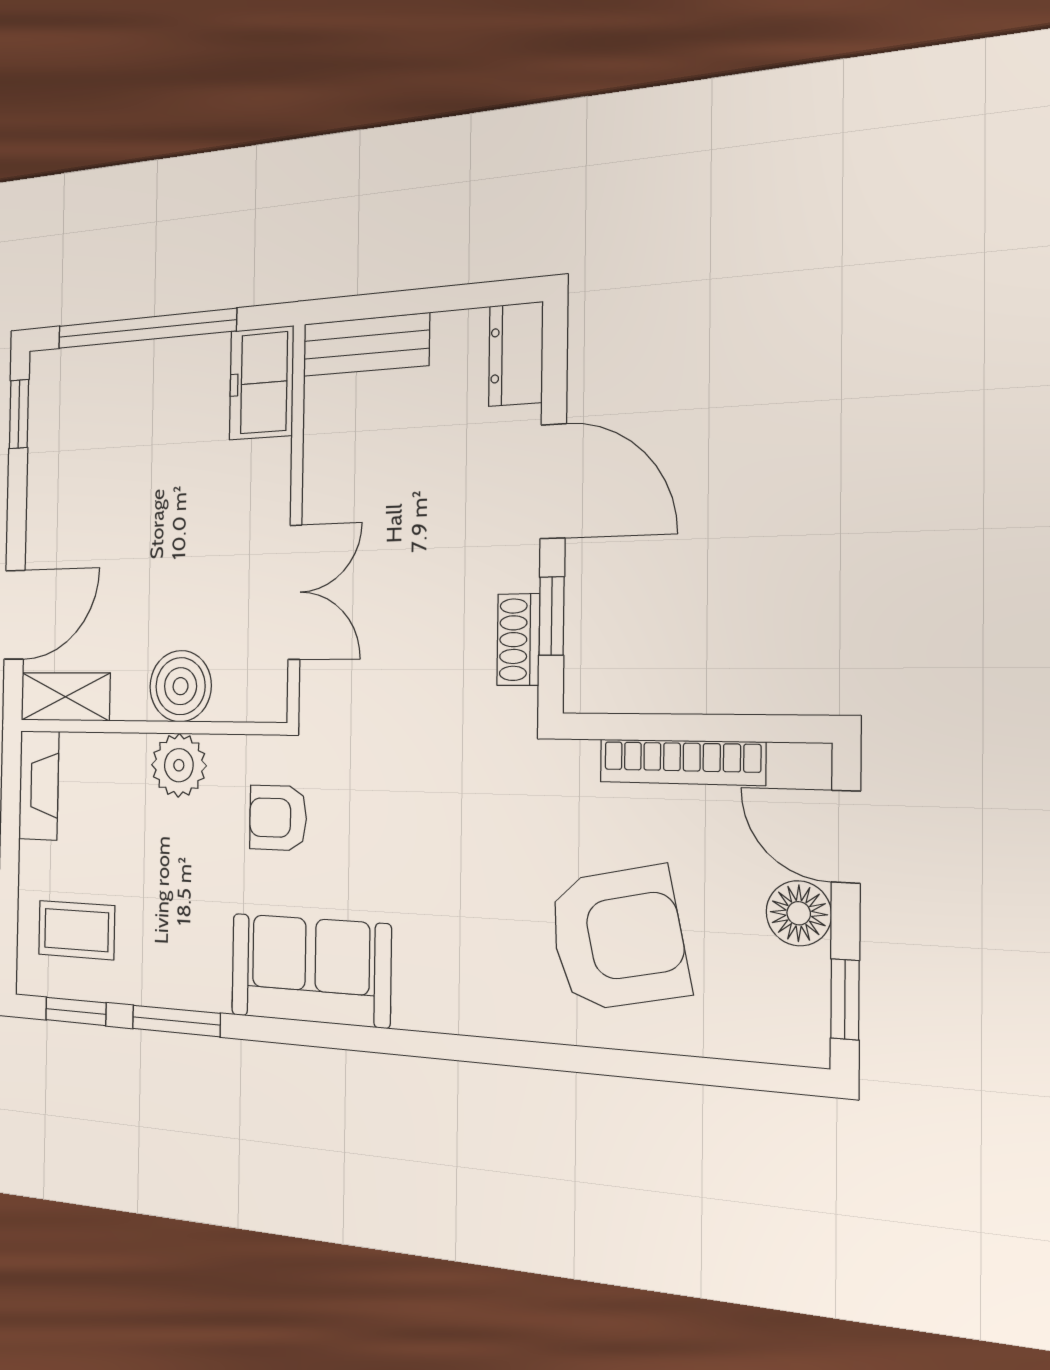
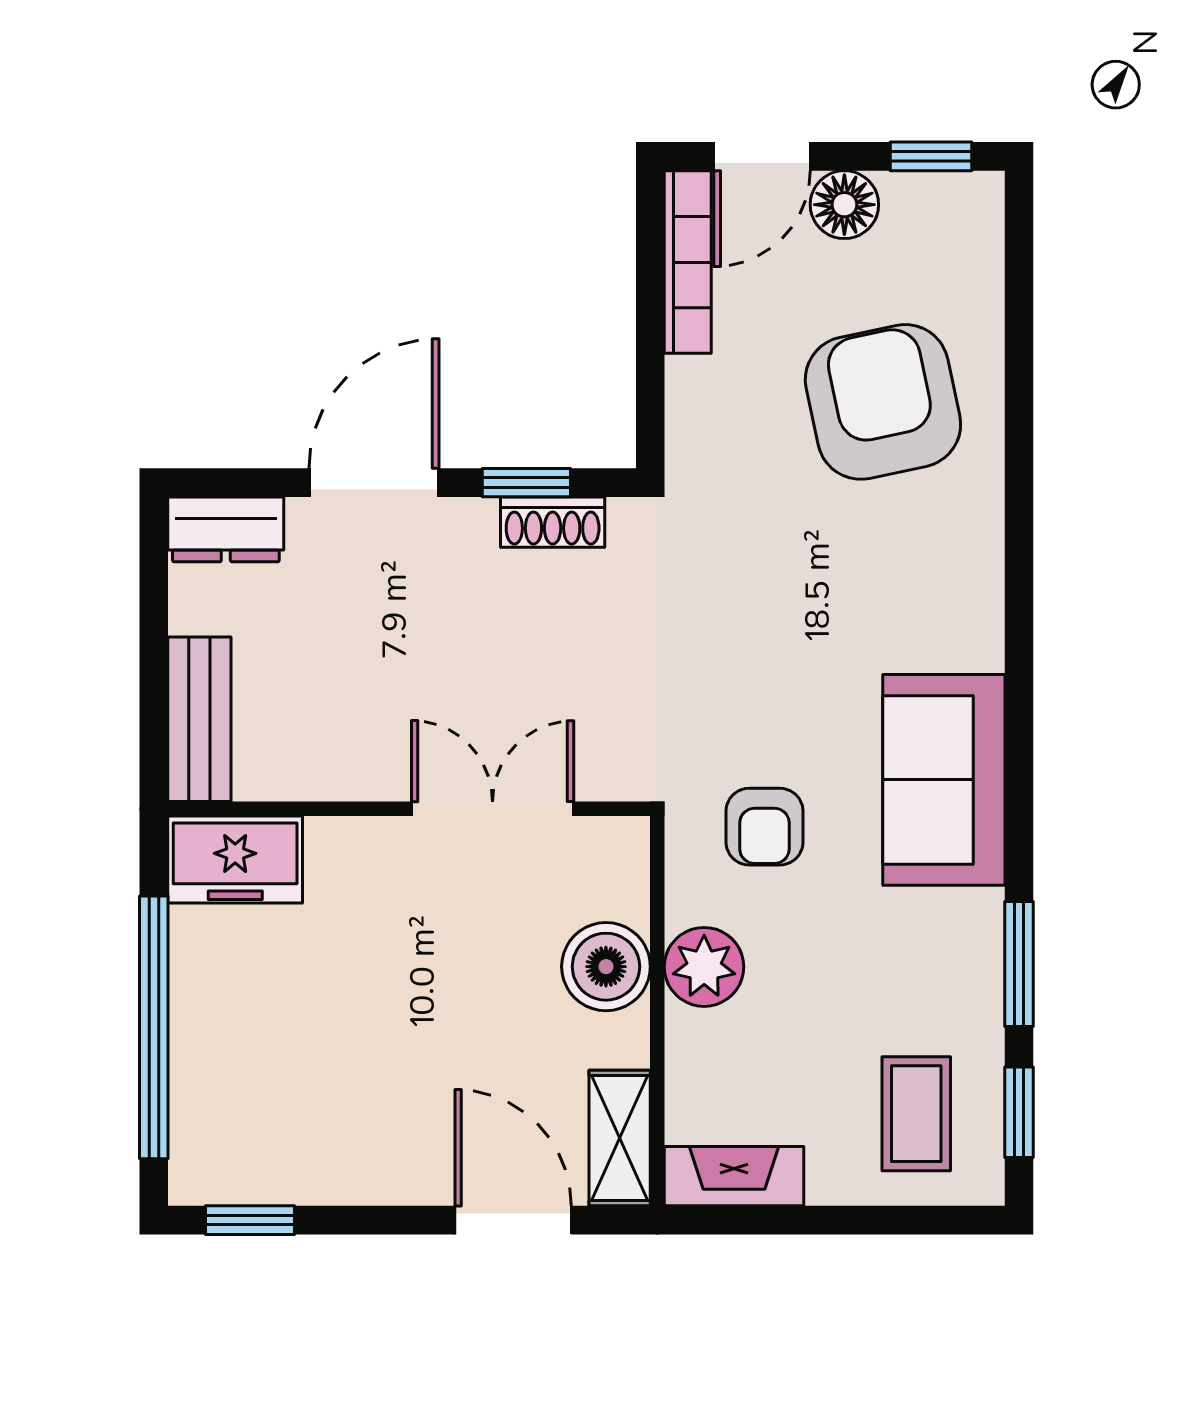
bookcase: (682, 762) -> (688, 262), moved

